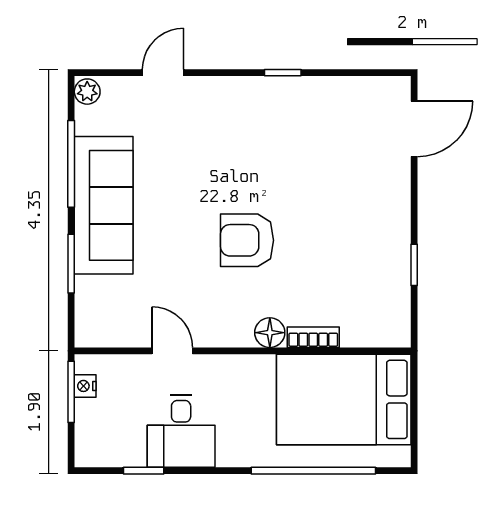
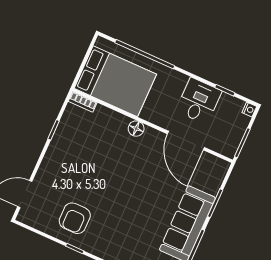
armchair: (247, 240) -> (75, 218), moved, turned 90
bookcase: (313, 337) -> (83, 102), moved
door: (172, 351) -> (186, 141), width x1.88
nightstand: (85, 386) -> (249, 109), moved

